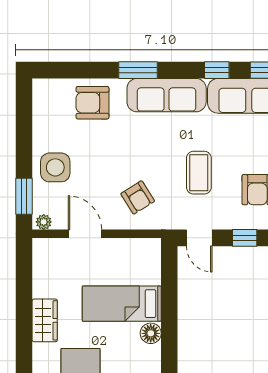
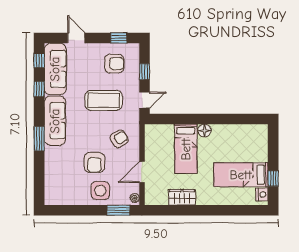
armchair: (92, 103) -> (94, 162), moved
coffee table: (199, 173) -> (104, 100), width x1.36, depth x1.32
wardrobe: (45, 320) -> (182, 197), moved

